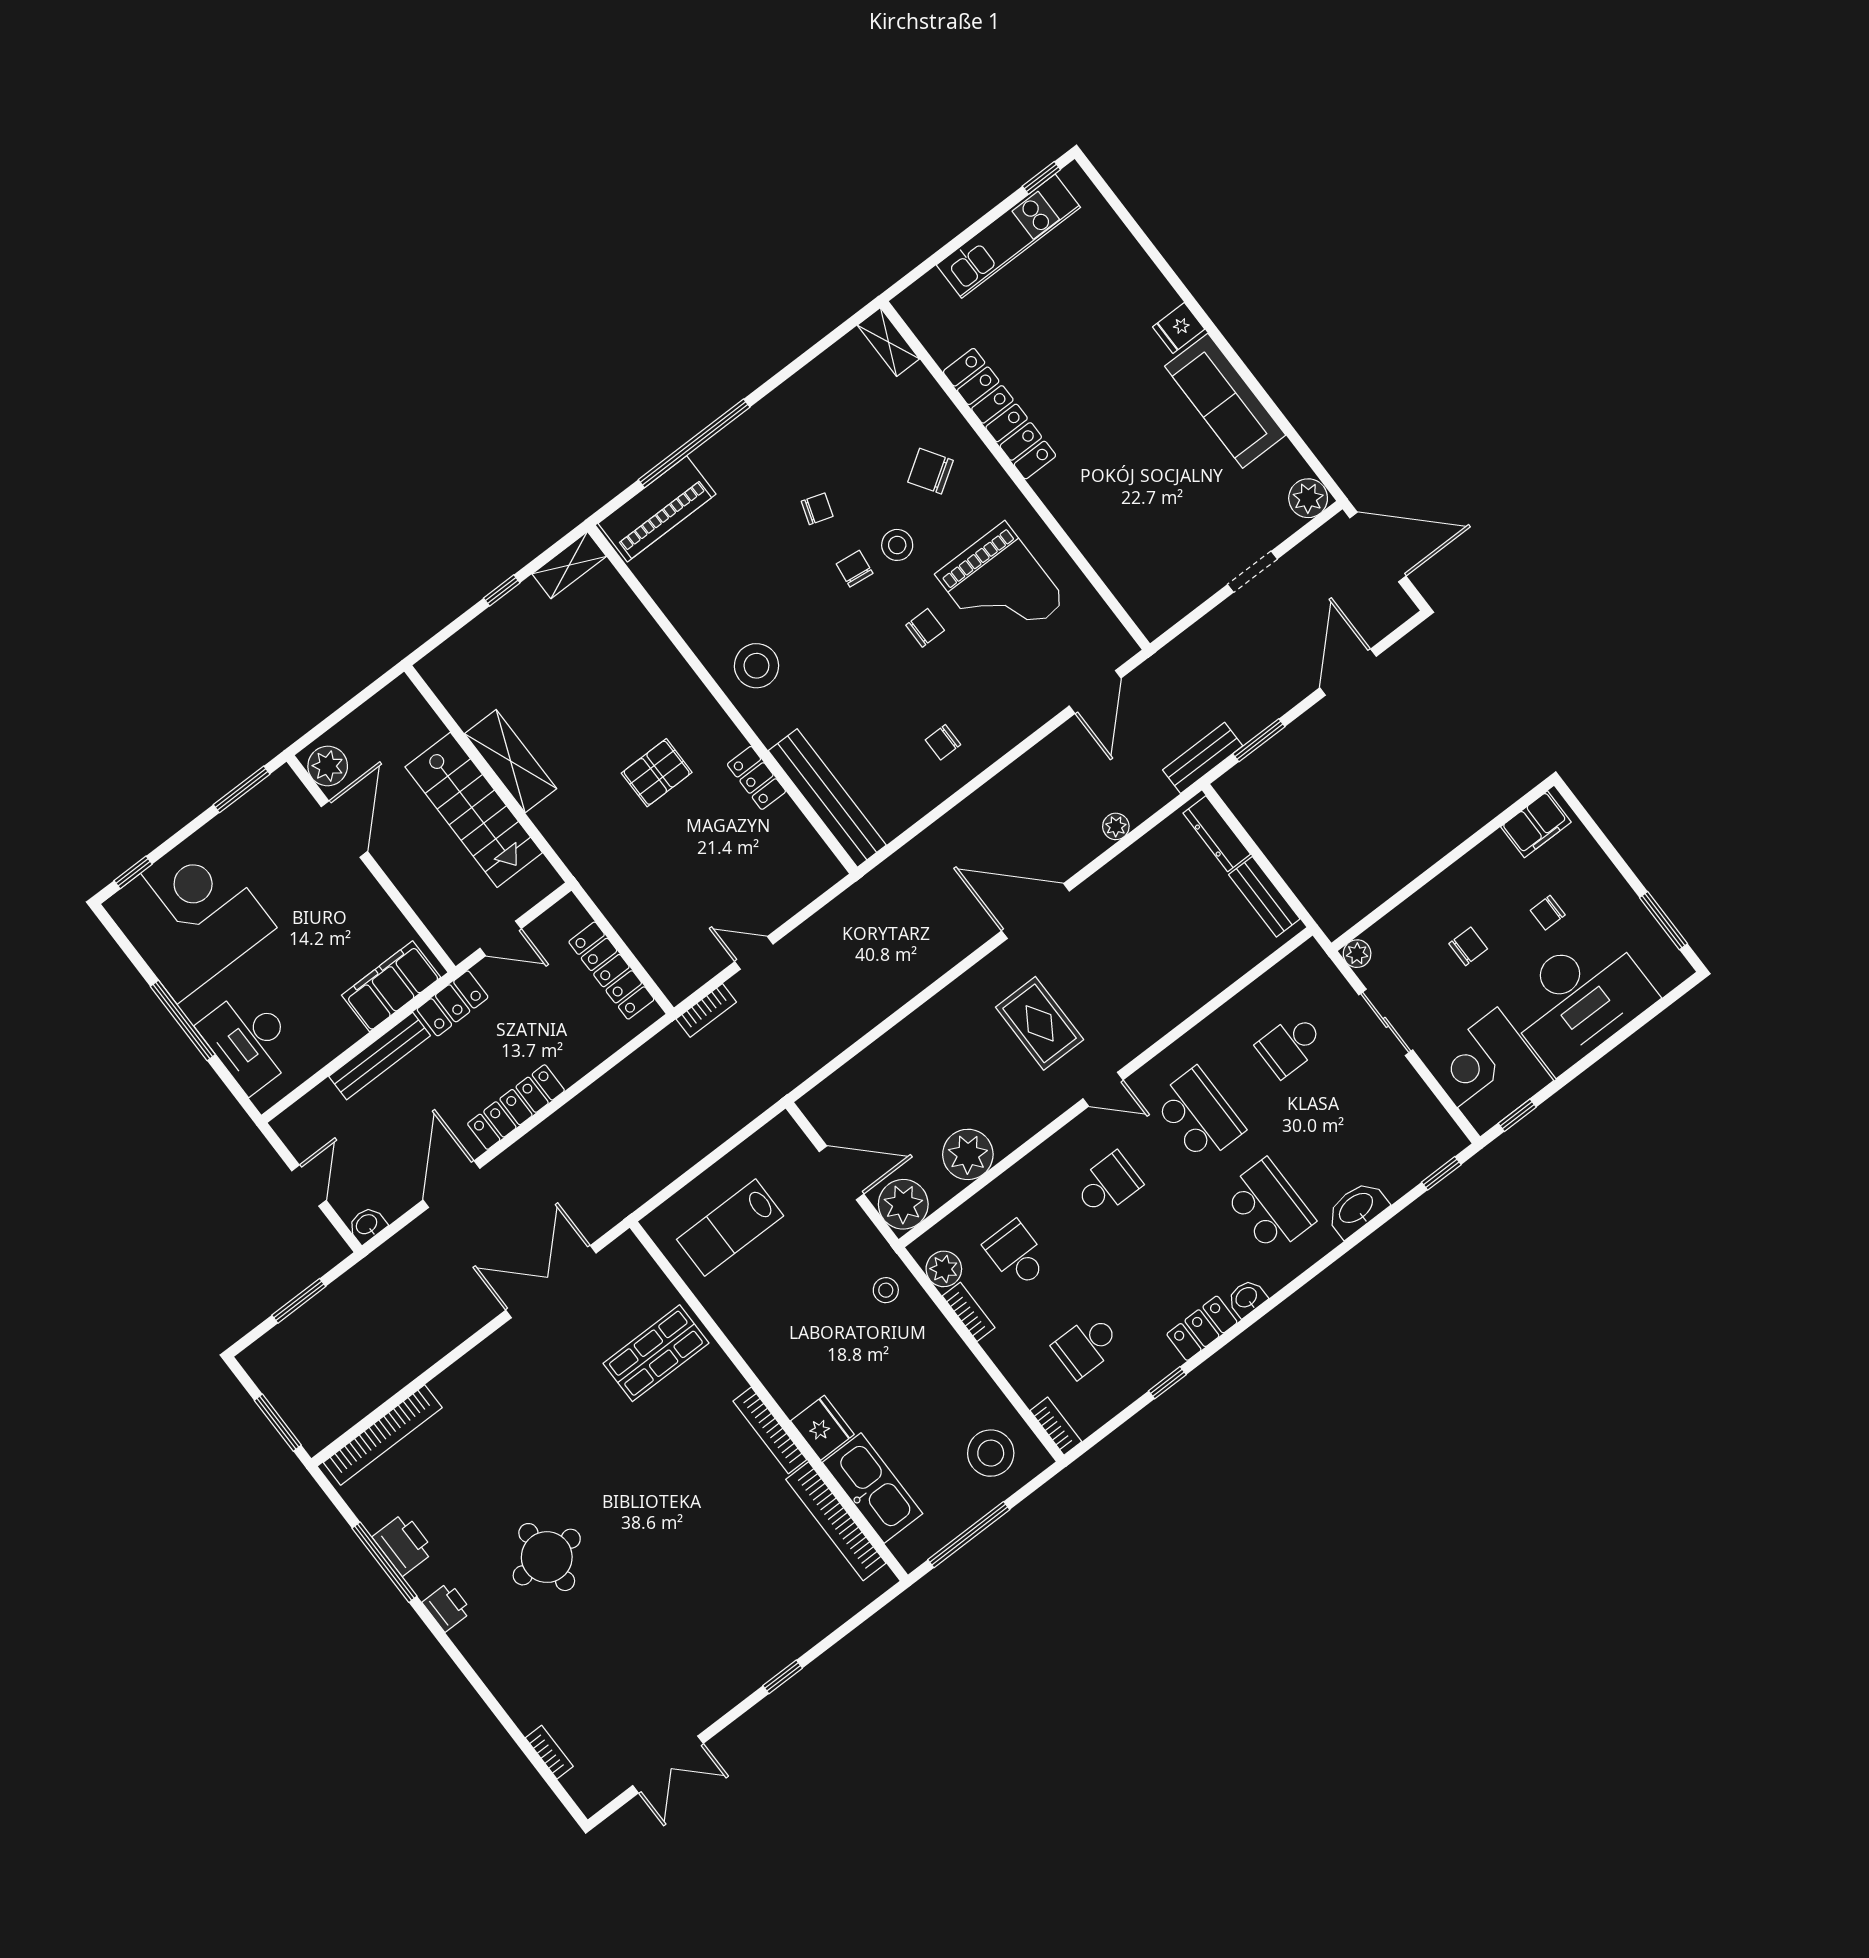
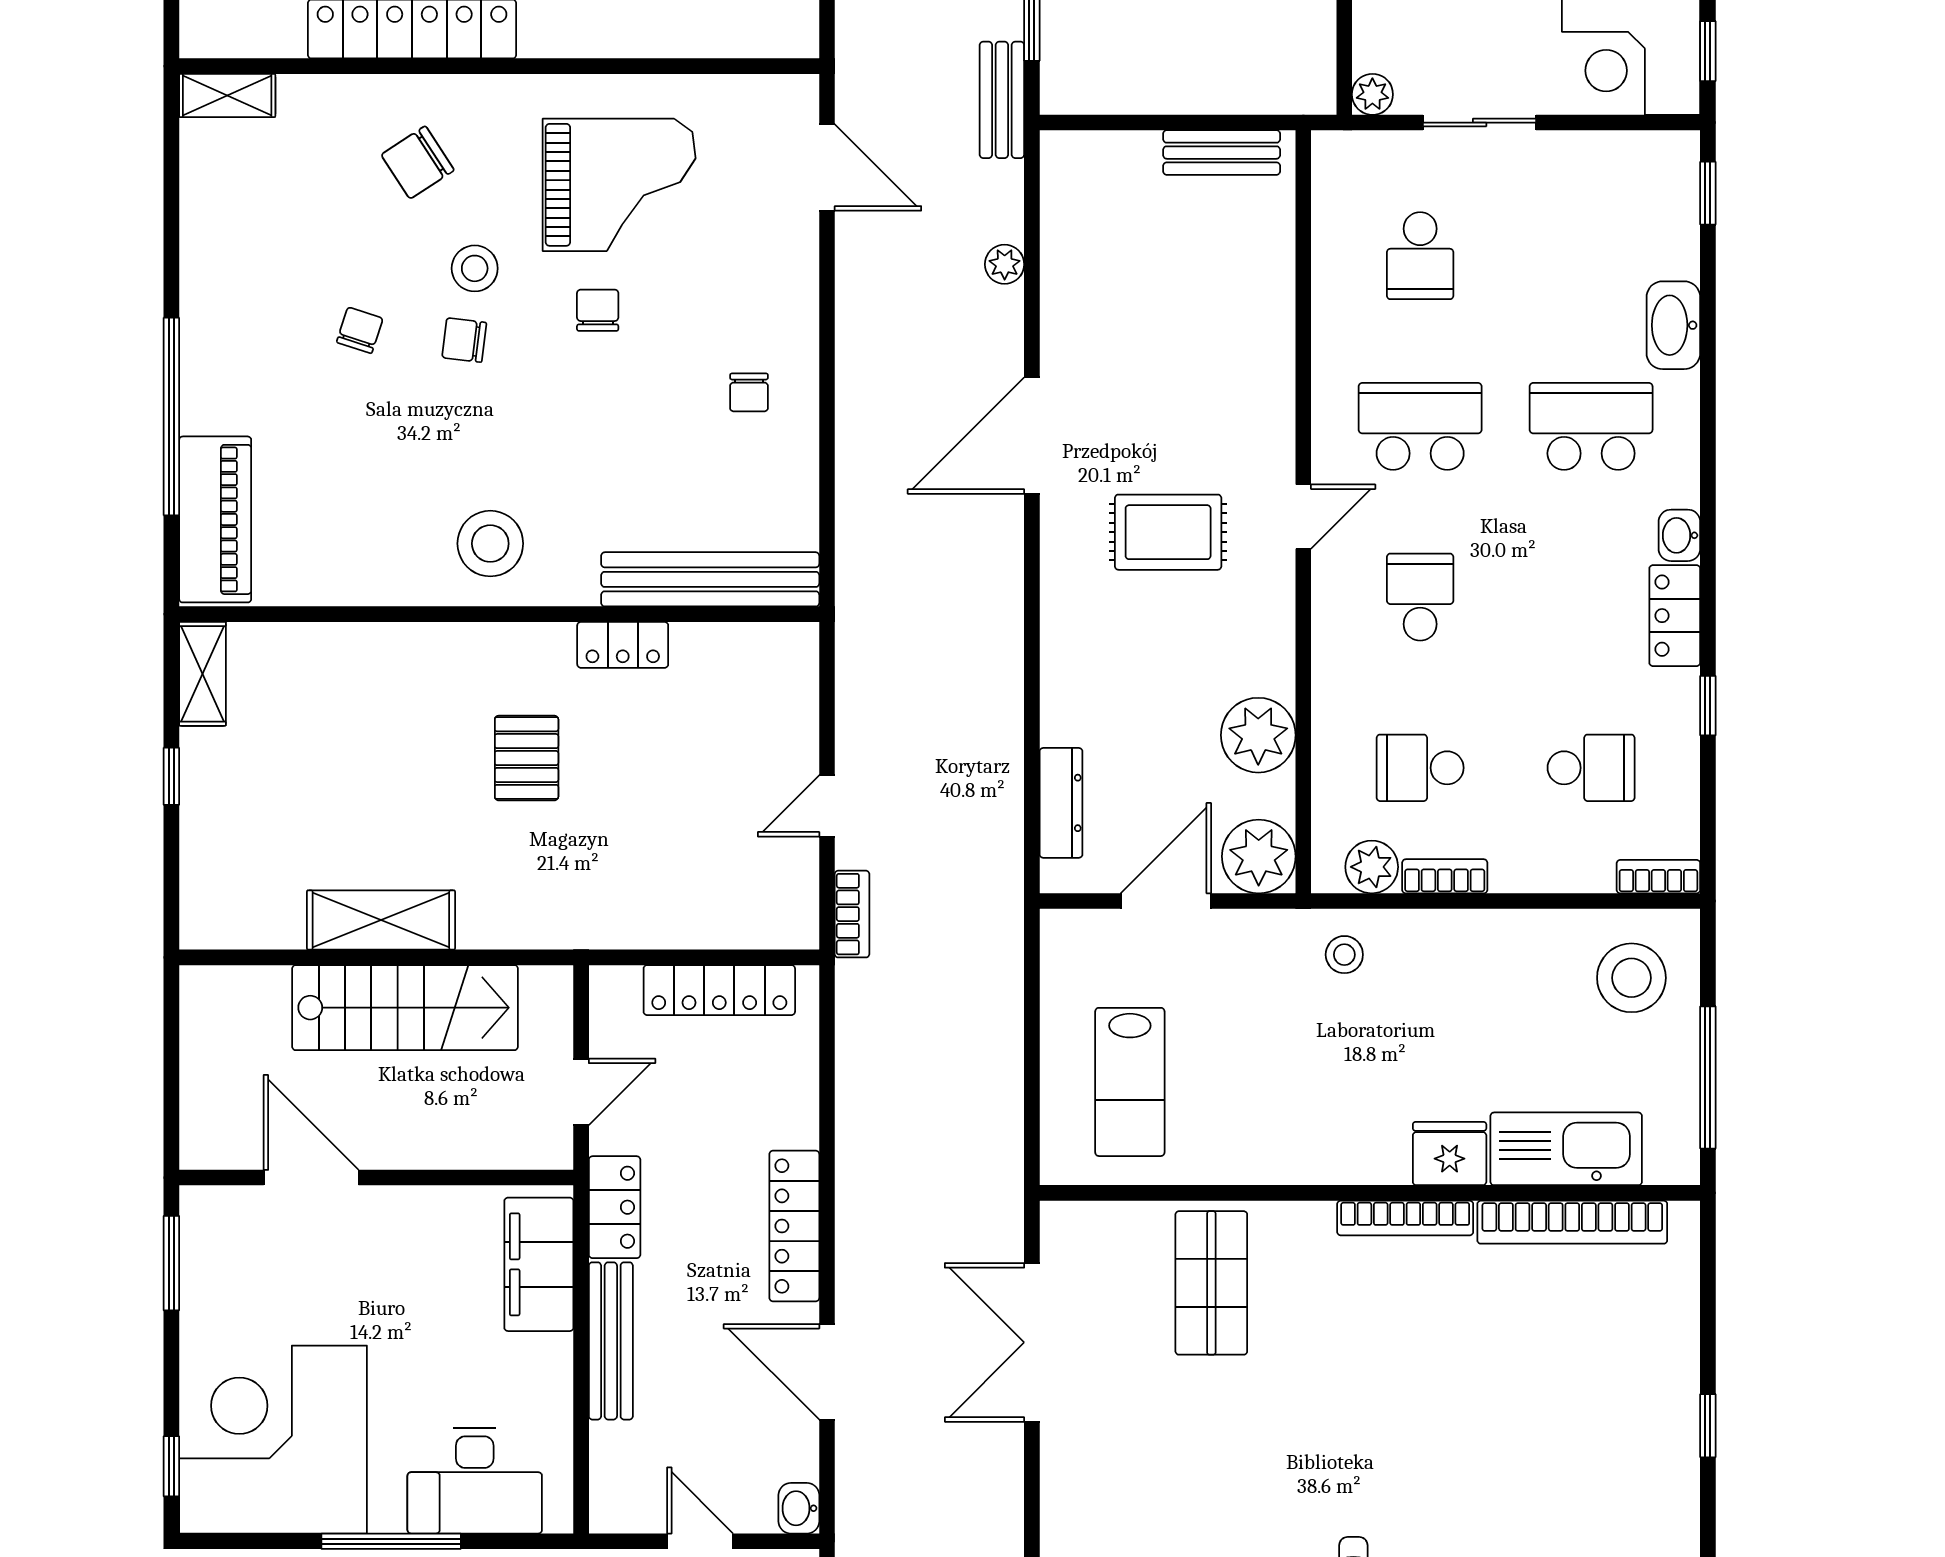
plant: (328, 766) -> (222, 1140), removed
dresser: (1217, 834) -> (1061, 803), moved, turned -90
school desk: (1086, 1346) -> (1591, 768), turned -90

